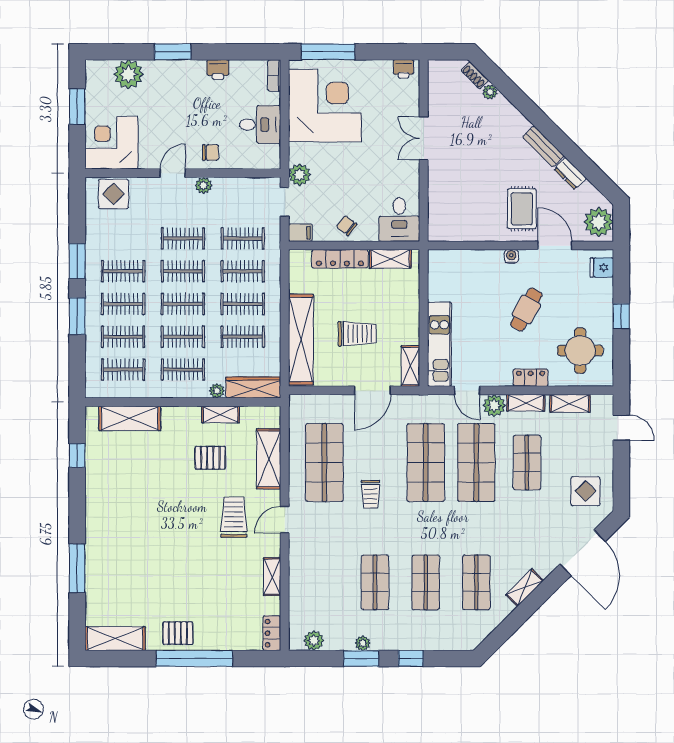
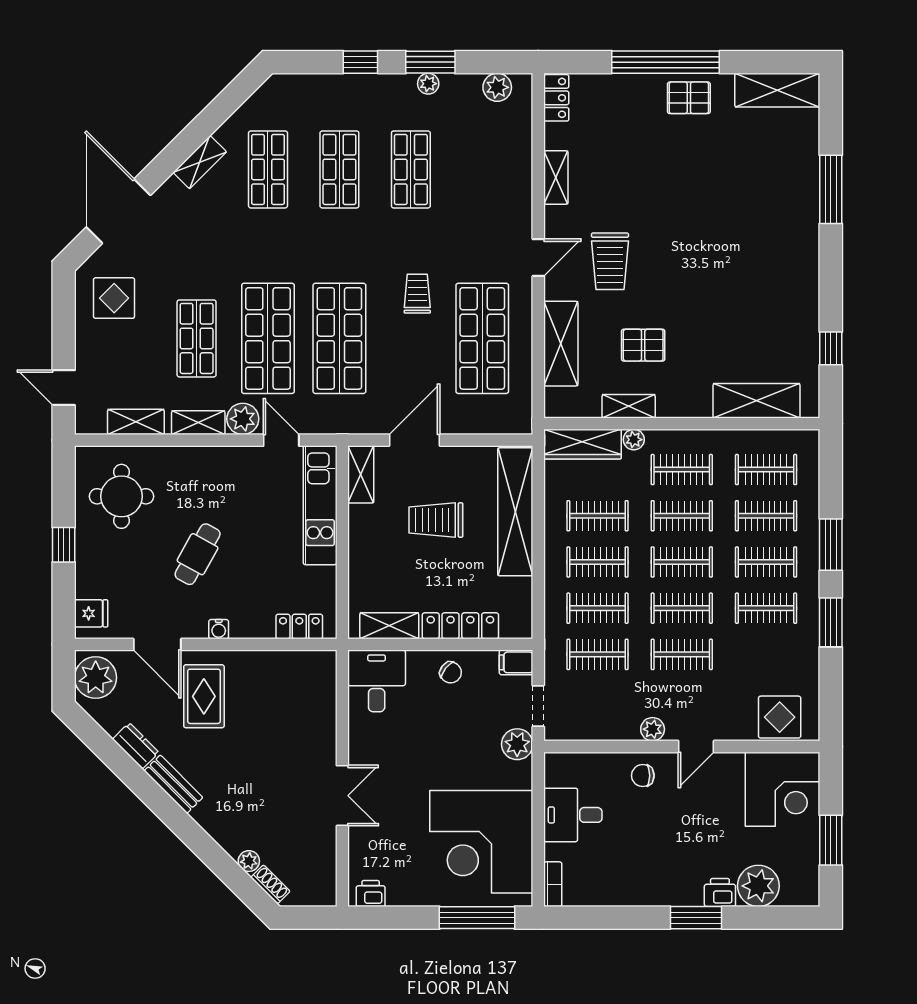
printer: (218, 70) -> (720, 893), moved
locker: (531, 378) -> (299, 627), moved, turned 180

